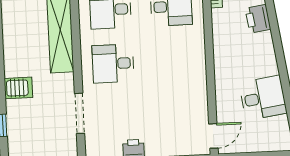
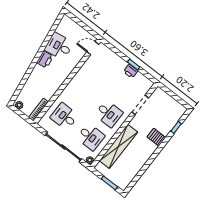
printer: (258, 19) -> (45, 60), moved

